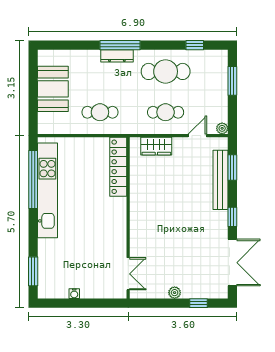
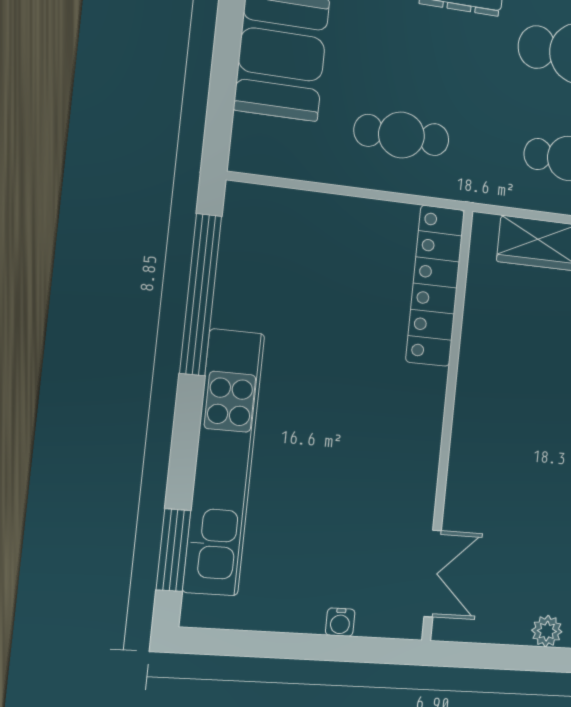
kitchen unit: (47, 190) -> (224, 462), moved
water cooler: (74, 294) -> (340, 622), moved

